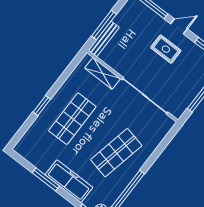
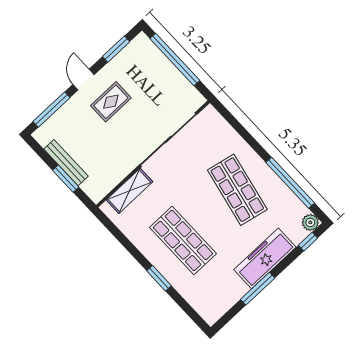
window: (104, 25) -> (66, 179), width x0.69
bench: (104, 39) -> (66, 163), moved

